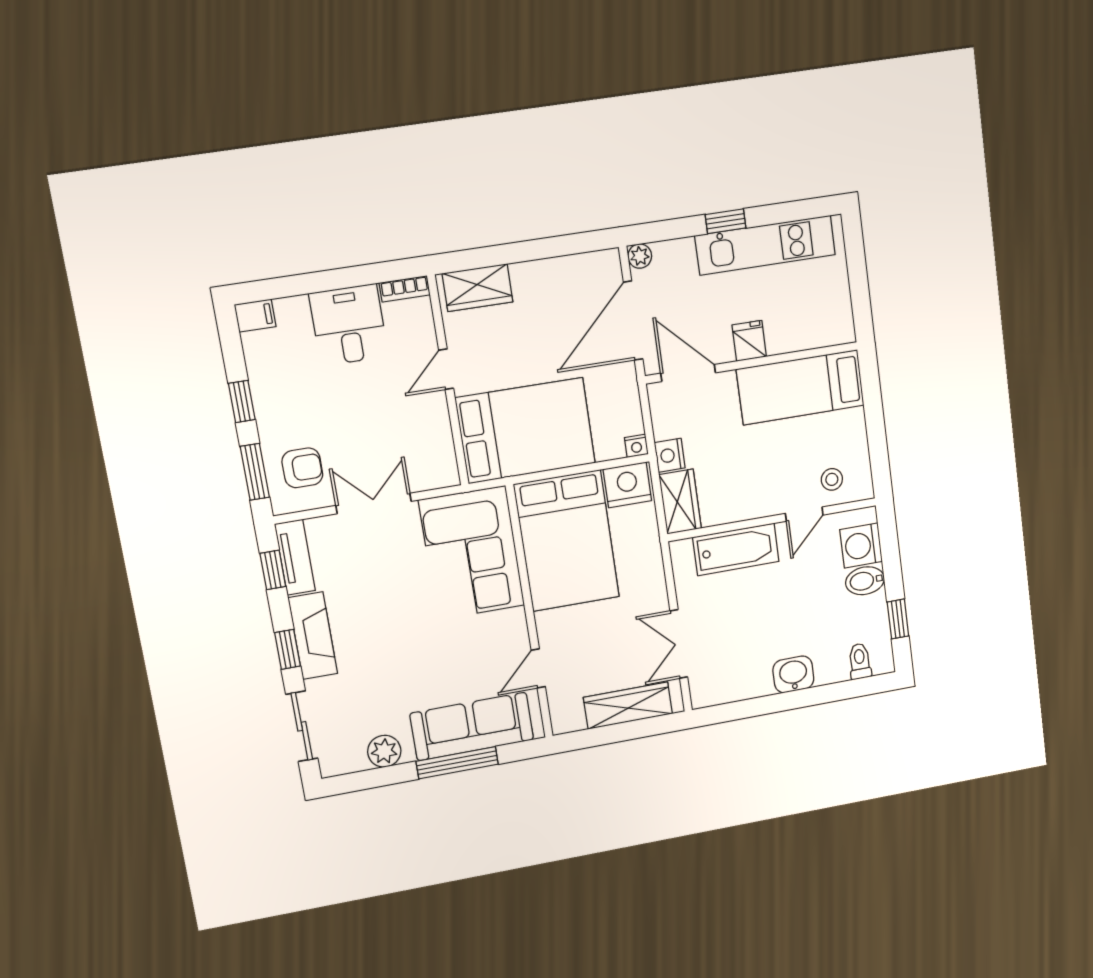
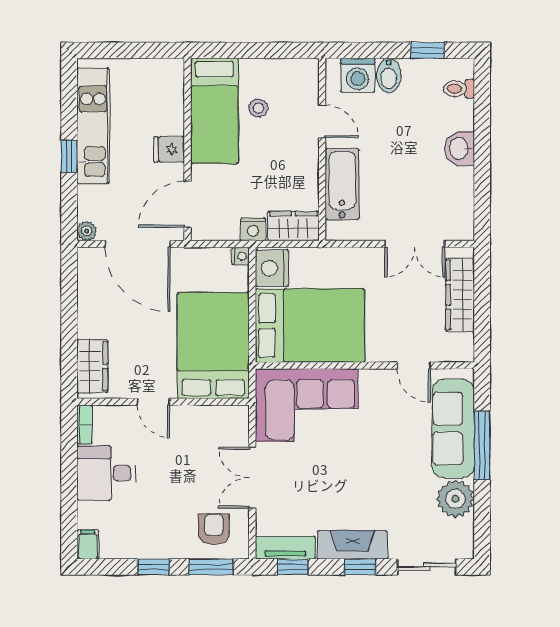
stool: (832, 479) -> (258, 108), moved
plant: (384, 751) -> (456, 499), width x1.36, depth x1.36

